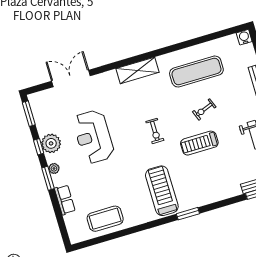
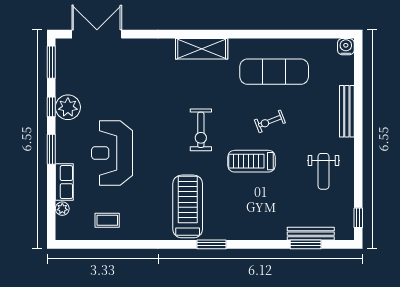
double door: (71, 78) -> (97, 34), moved
exercise bike: (155, 131) -> (201, 130), width x1.38, depth x1.39
reception desk: (93, 137) -> (112, 153), moved
plant: (54, 168) -> (62, 209), moved
coffee table: (105, 219) -> (107, 220), width x0.54, depth x0.58

